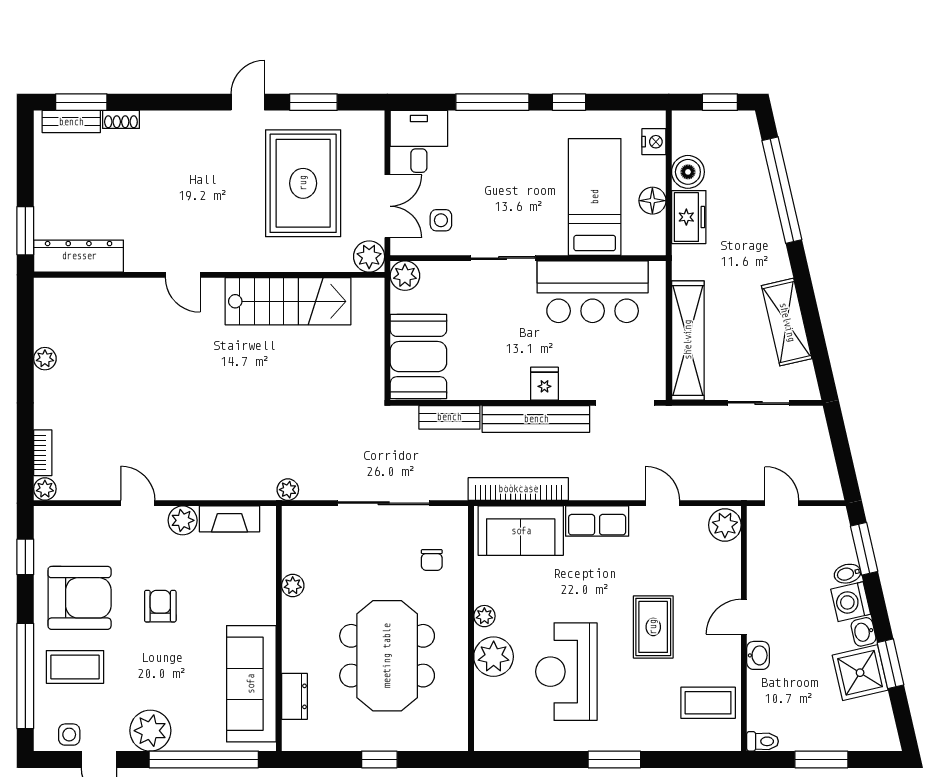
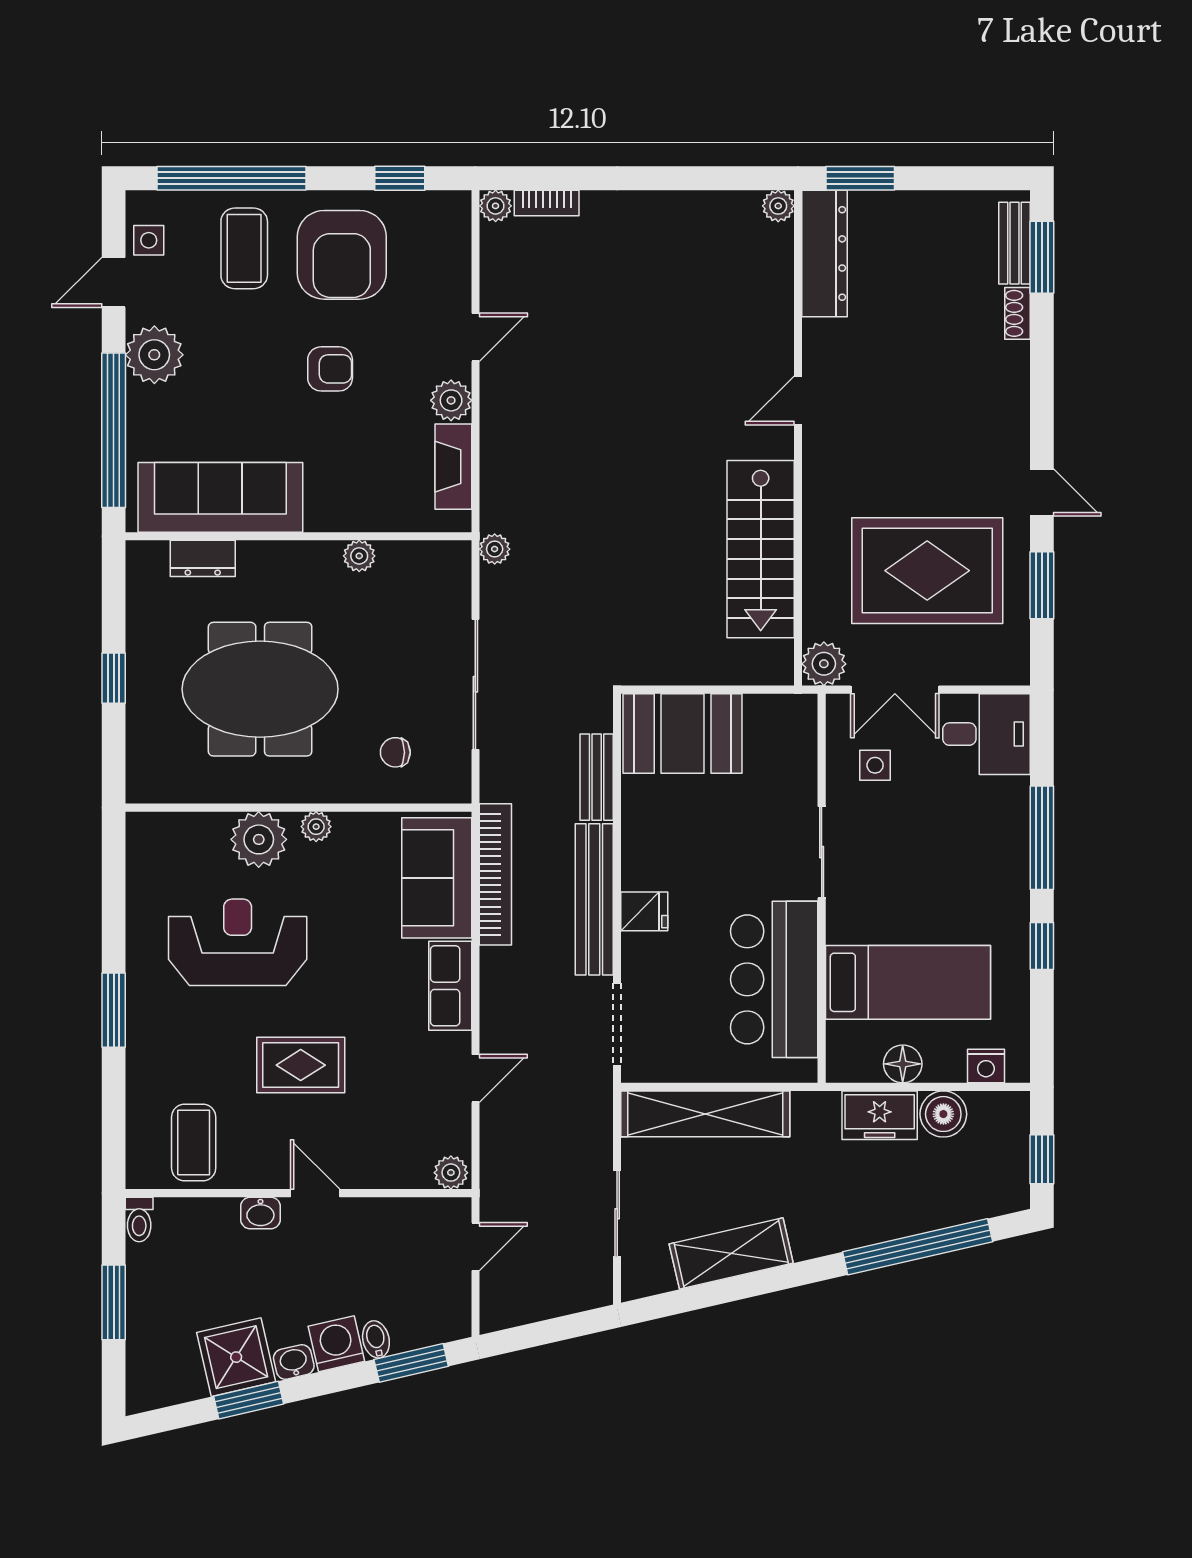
plant: (405, 276) -> (797, 714), removed
plant: (45, 359) -> (778, 206), moved
plant: (725, 525) -> (451, 1173), width x0.73, depth x0.73

